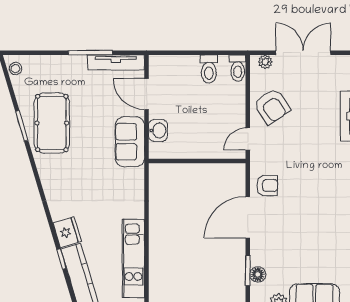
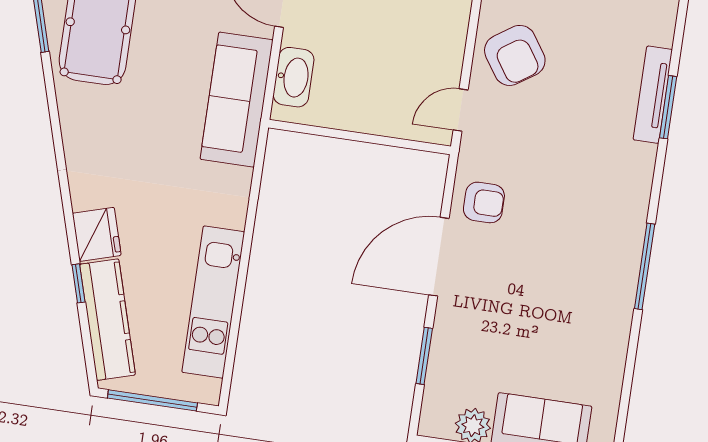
washbasin: (158, 130) -> (294, 77), width x1.38
sofa: (130, 142) -> (237, 100), width x1.36
floor lamp: (258, 274) -> (442, 366), removed

